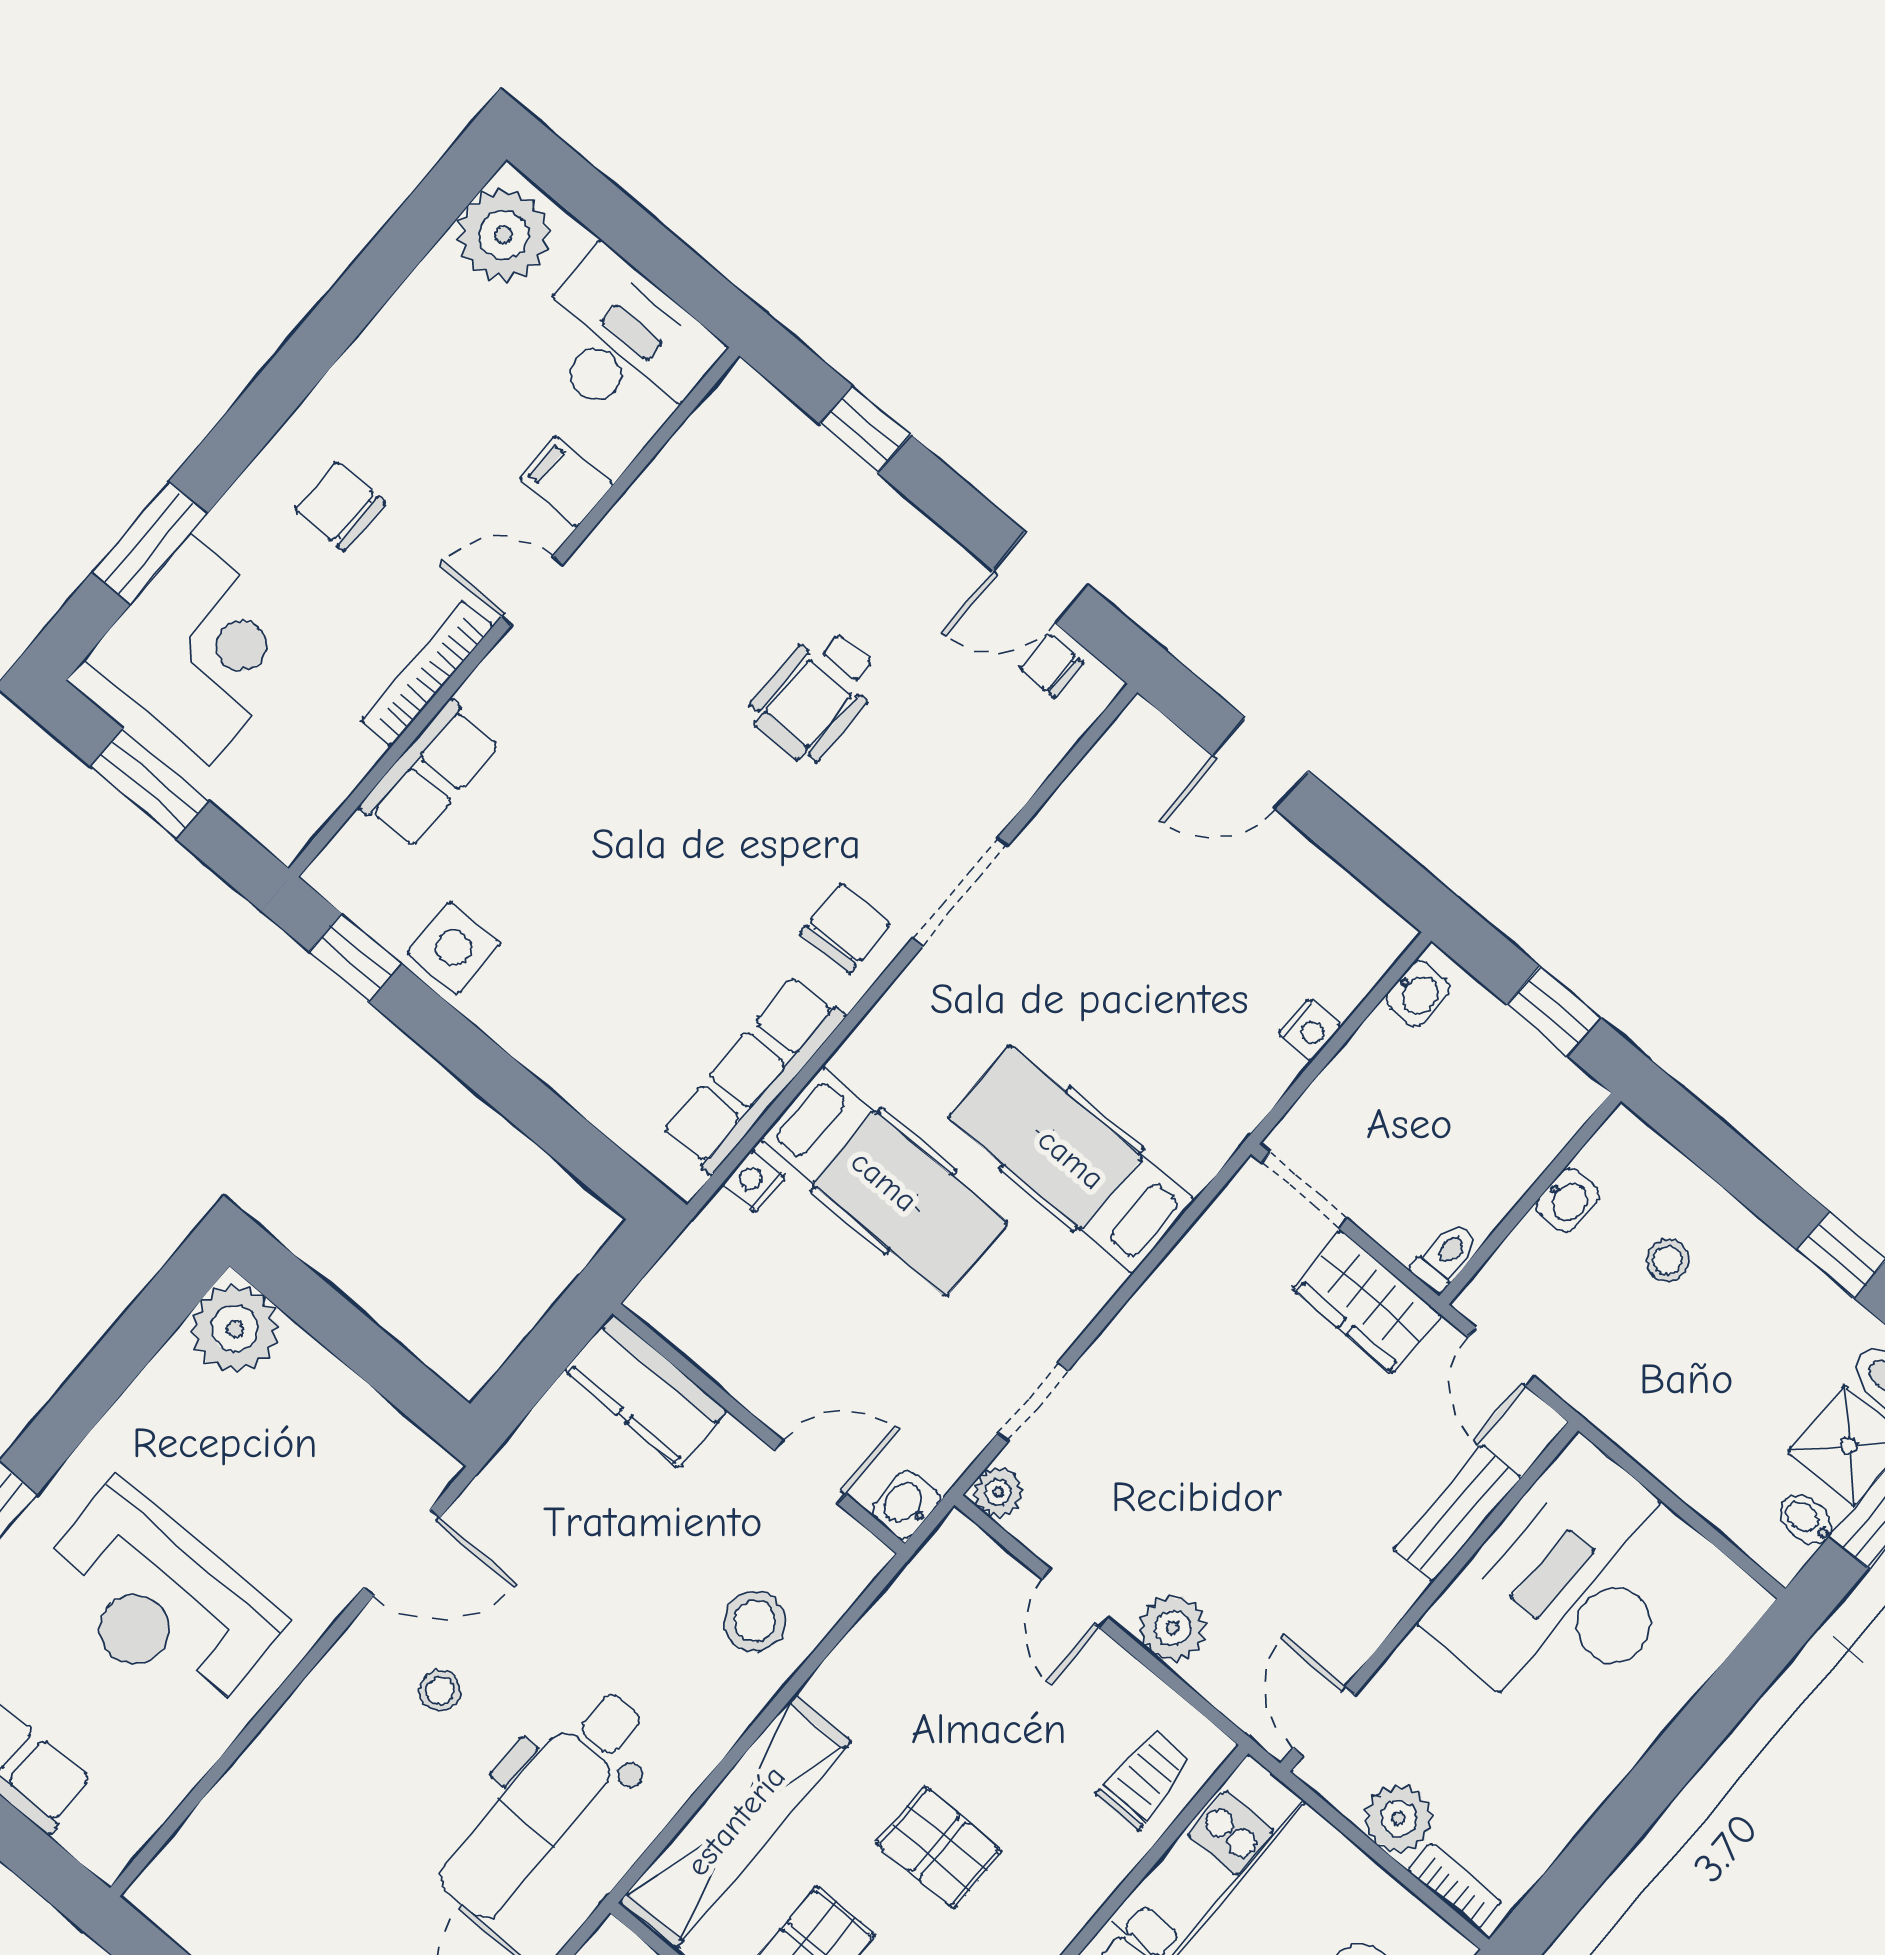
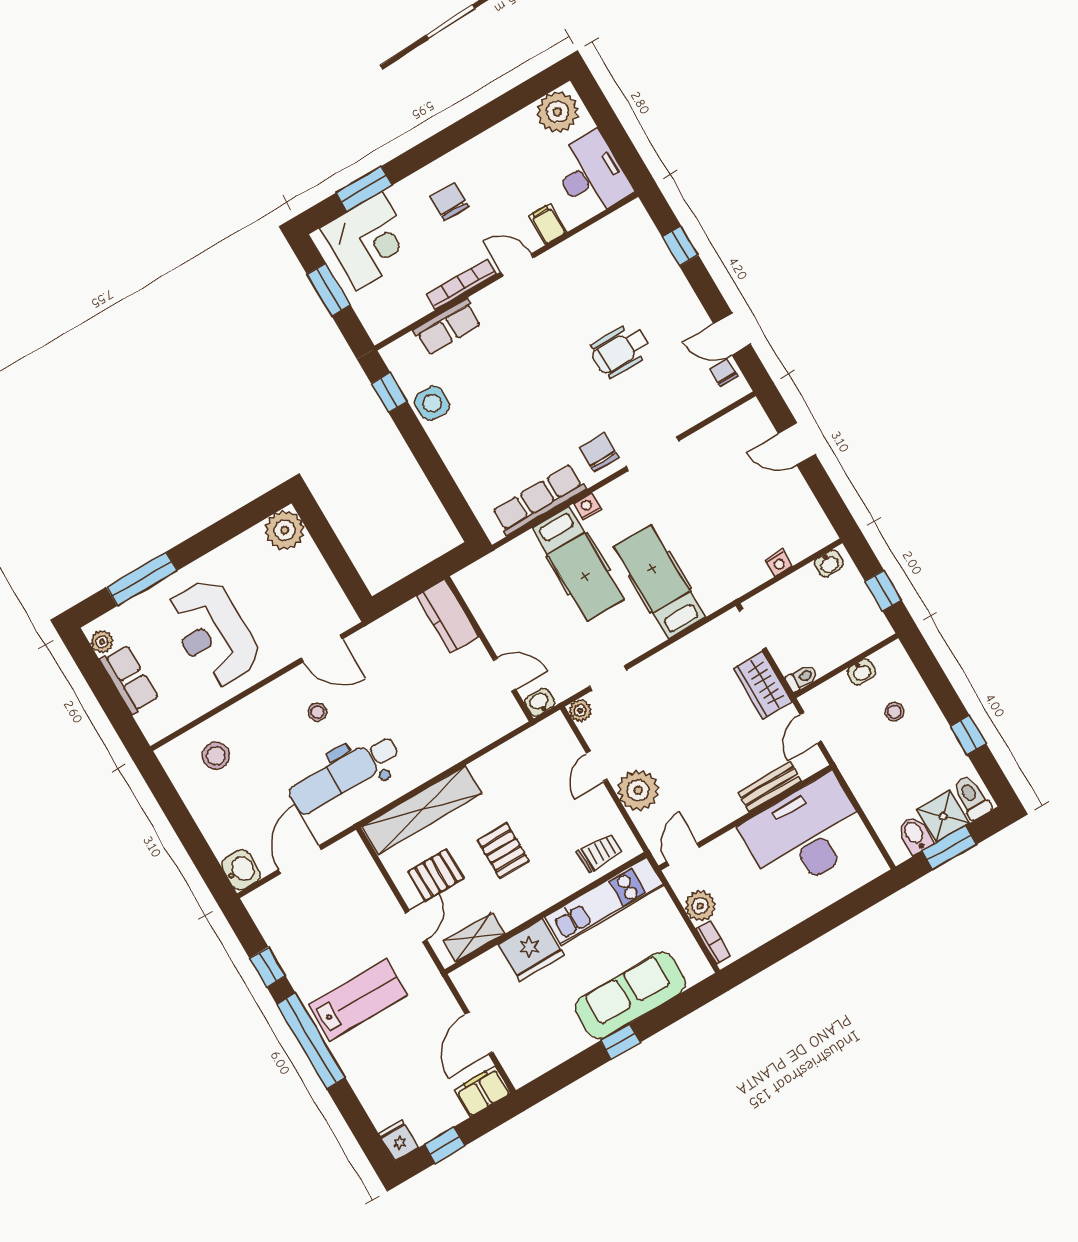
chair: (845, 928) -> (599, 452), turned -89
nightstand: (753, 1181) -> (587, 507), moved
bidet: (1806, 1519) -> (915, 835), width x1.38, depth x1.36
stool: (755, 1621) -> (216, 756), moved
plant: (1173, 1628) -> (638, 790), width x1.36, depth x1.36

